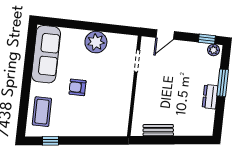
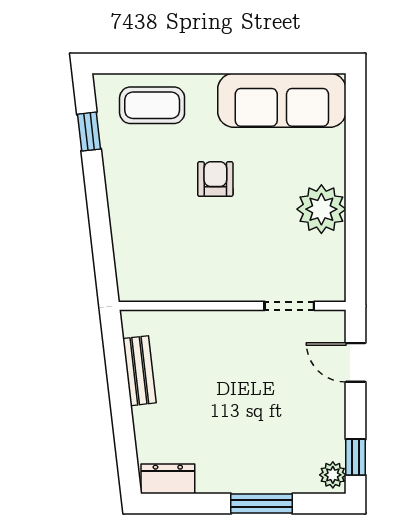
dresser: (210, 97) -> (168, 479), moved

